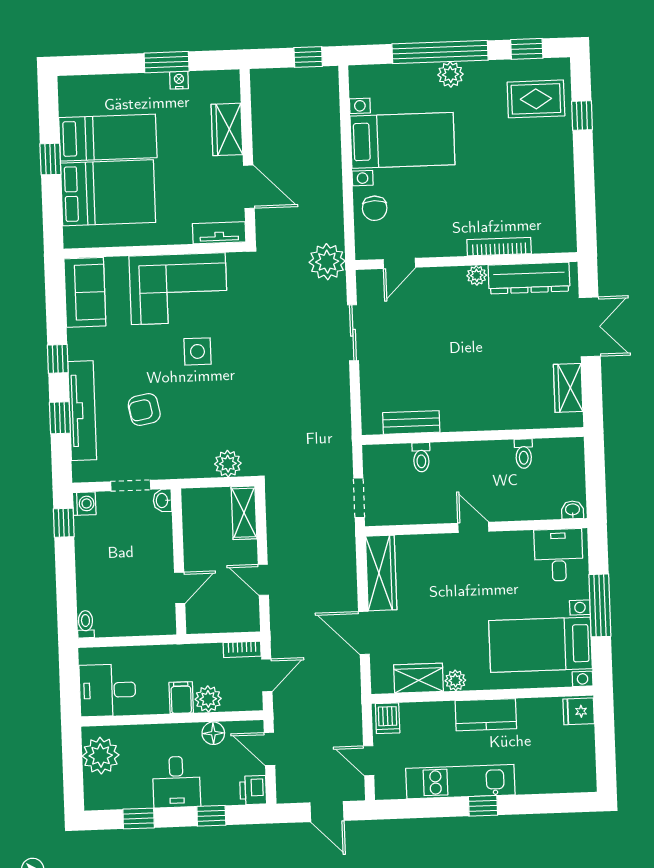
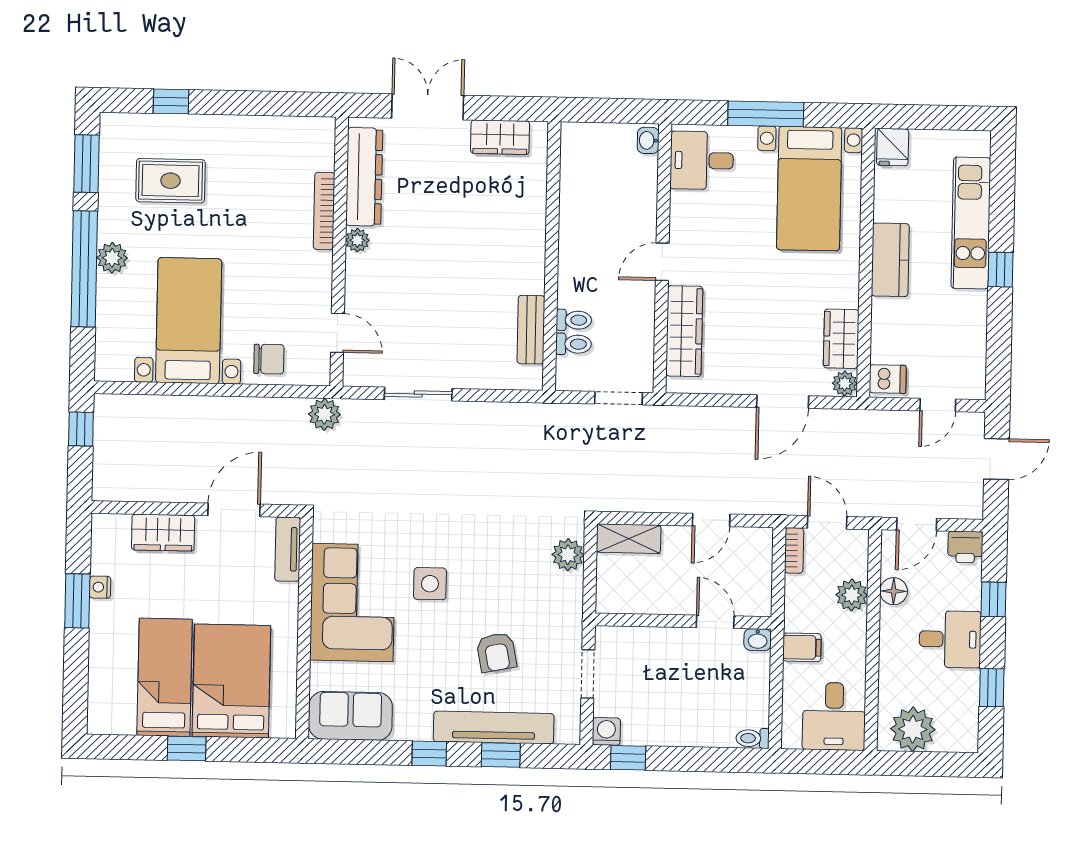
window: (527, 49) -> (86, 164), width x1.50
rug: (536, 99) -> (171, 181), moved, turned 90
plant: (327, 262) -> (324, 414), width x0.73, depth x0.73
toilet: (524, 454) -> (573, 344), moved
washbasin: (162, 500) -> (758, 640), moved
wardrobe: (381, 573) -> (684, 331), moved, turned 90
plant: (455, 680) -> (845, 383), moved
filing cabinet: (181, 698) -> (802, 647), moved, turned 180
kitchen unit: (460, 782) -> (971, 223), moved

